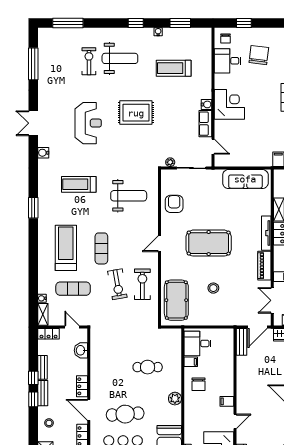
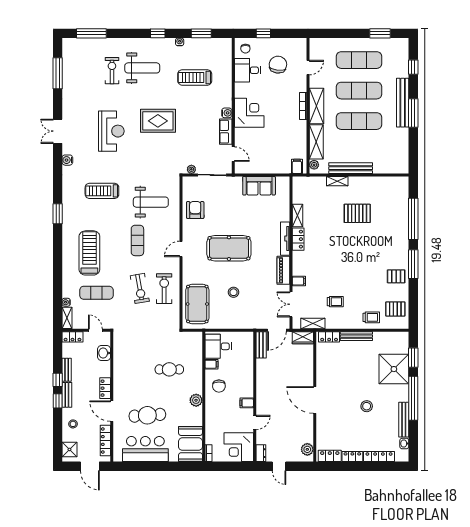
sofa: (245, 179) -> (259, 186), width x0.73
exercise mat: (101, 248) -> (137, 240), moved

